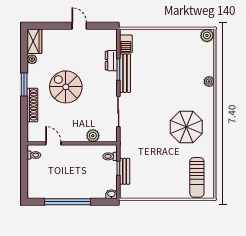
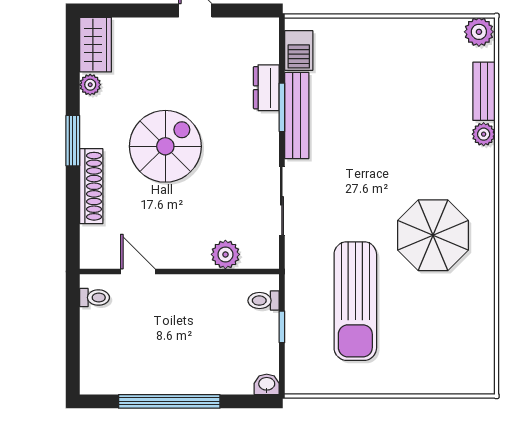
spiral stairs: (66, 87) -> (165, 146), turned 90
bench: (125, 171) -> (484, 91), moved
sun lounger: (197, 177) -> (355, 301), moved, width x1.36, depth x1.34

